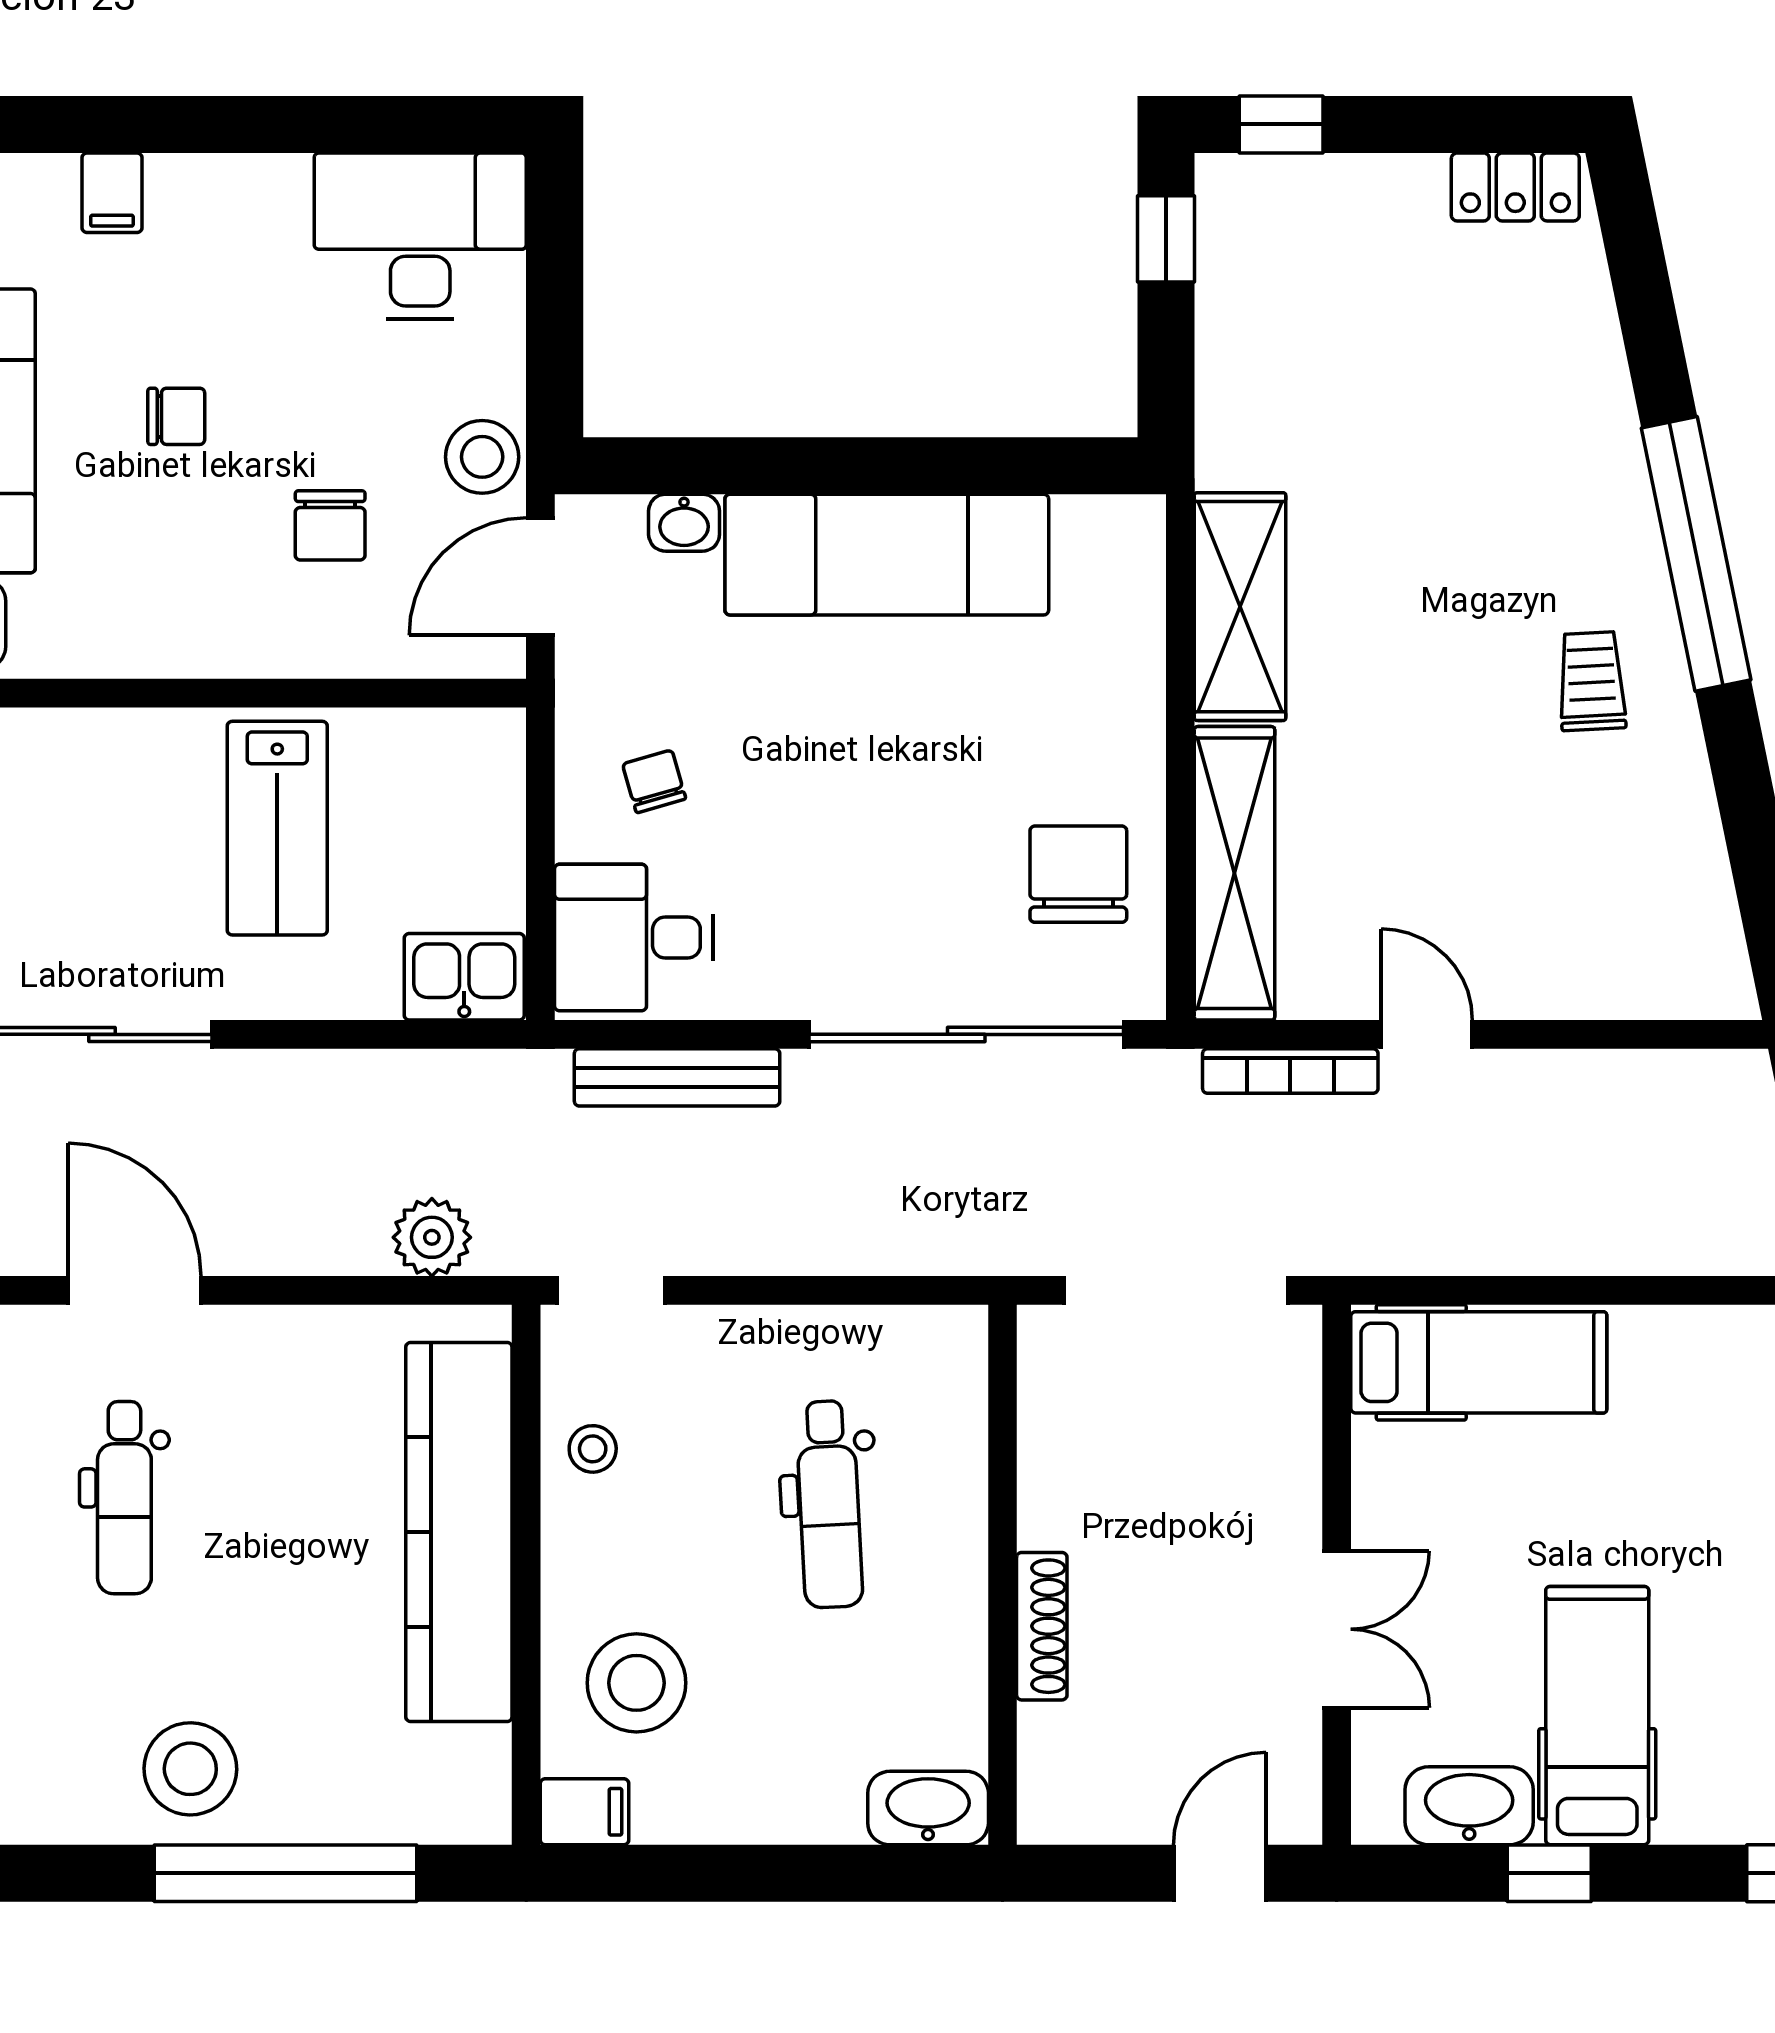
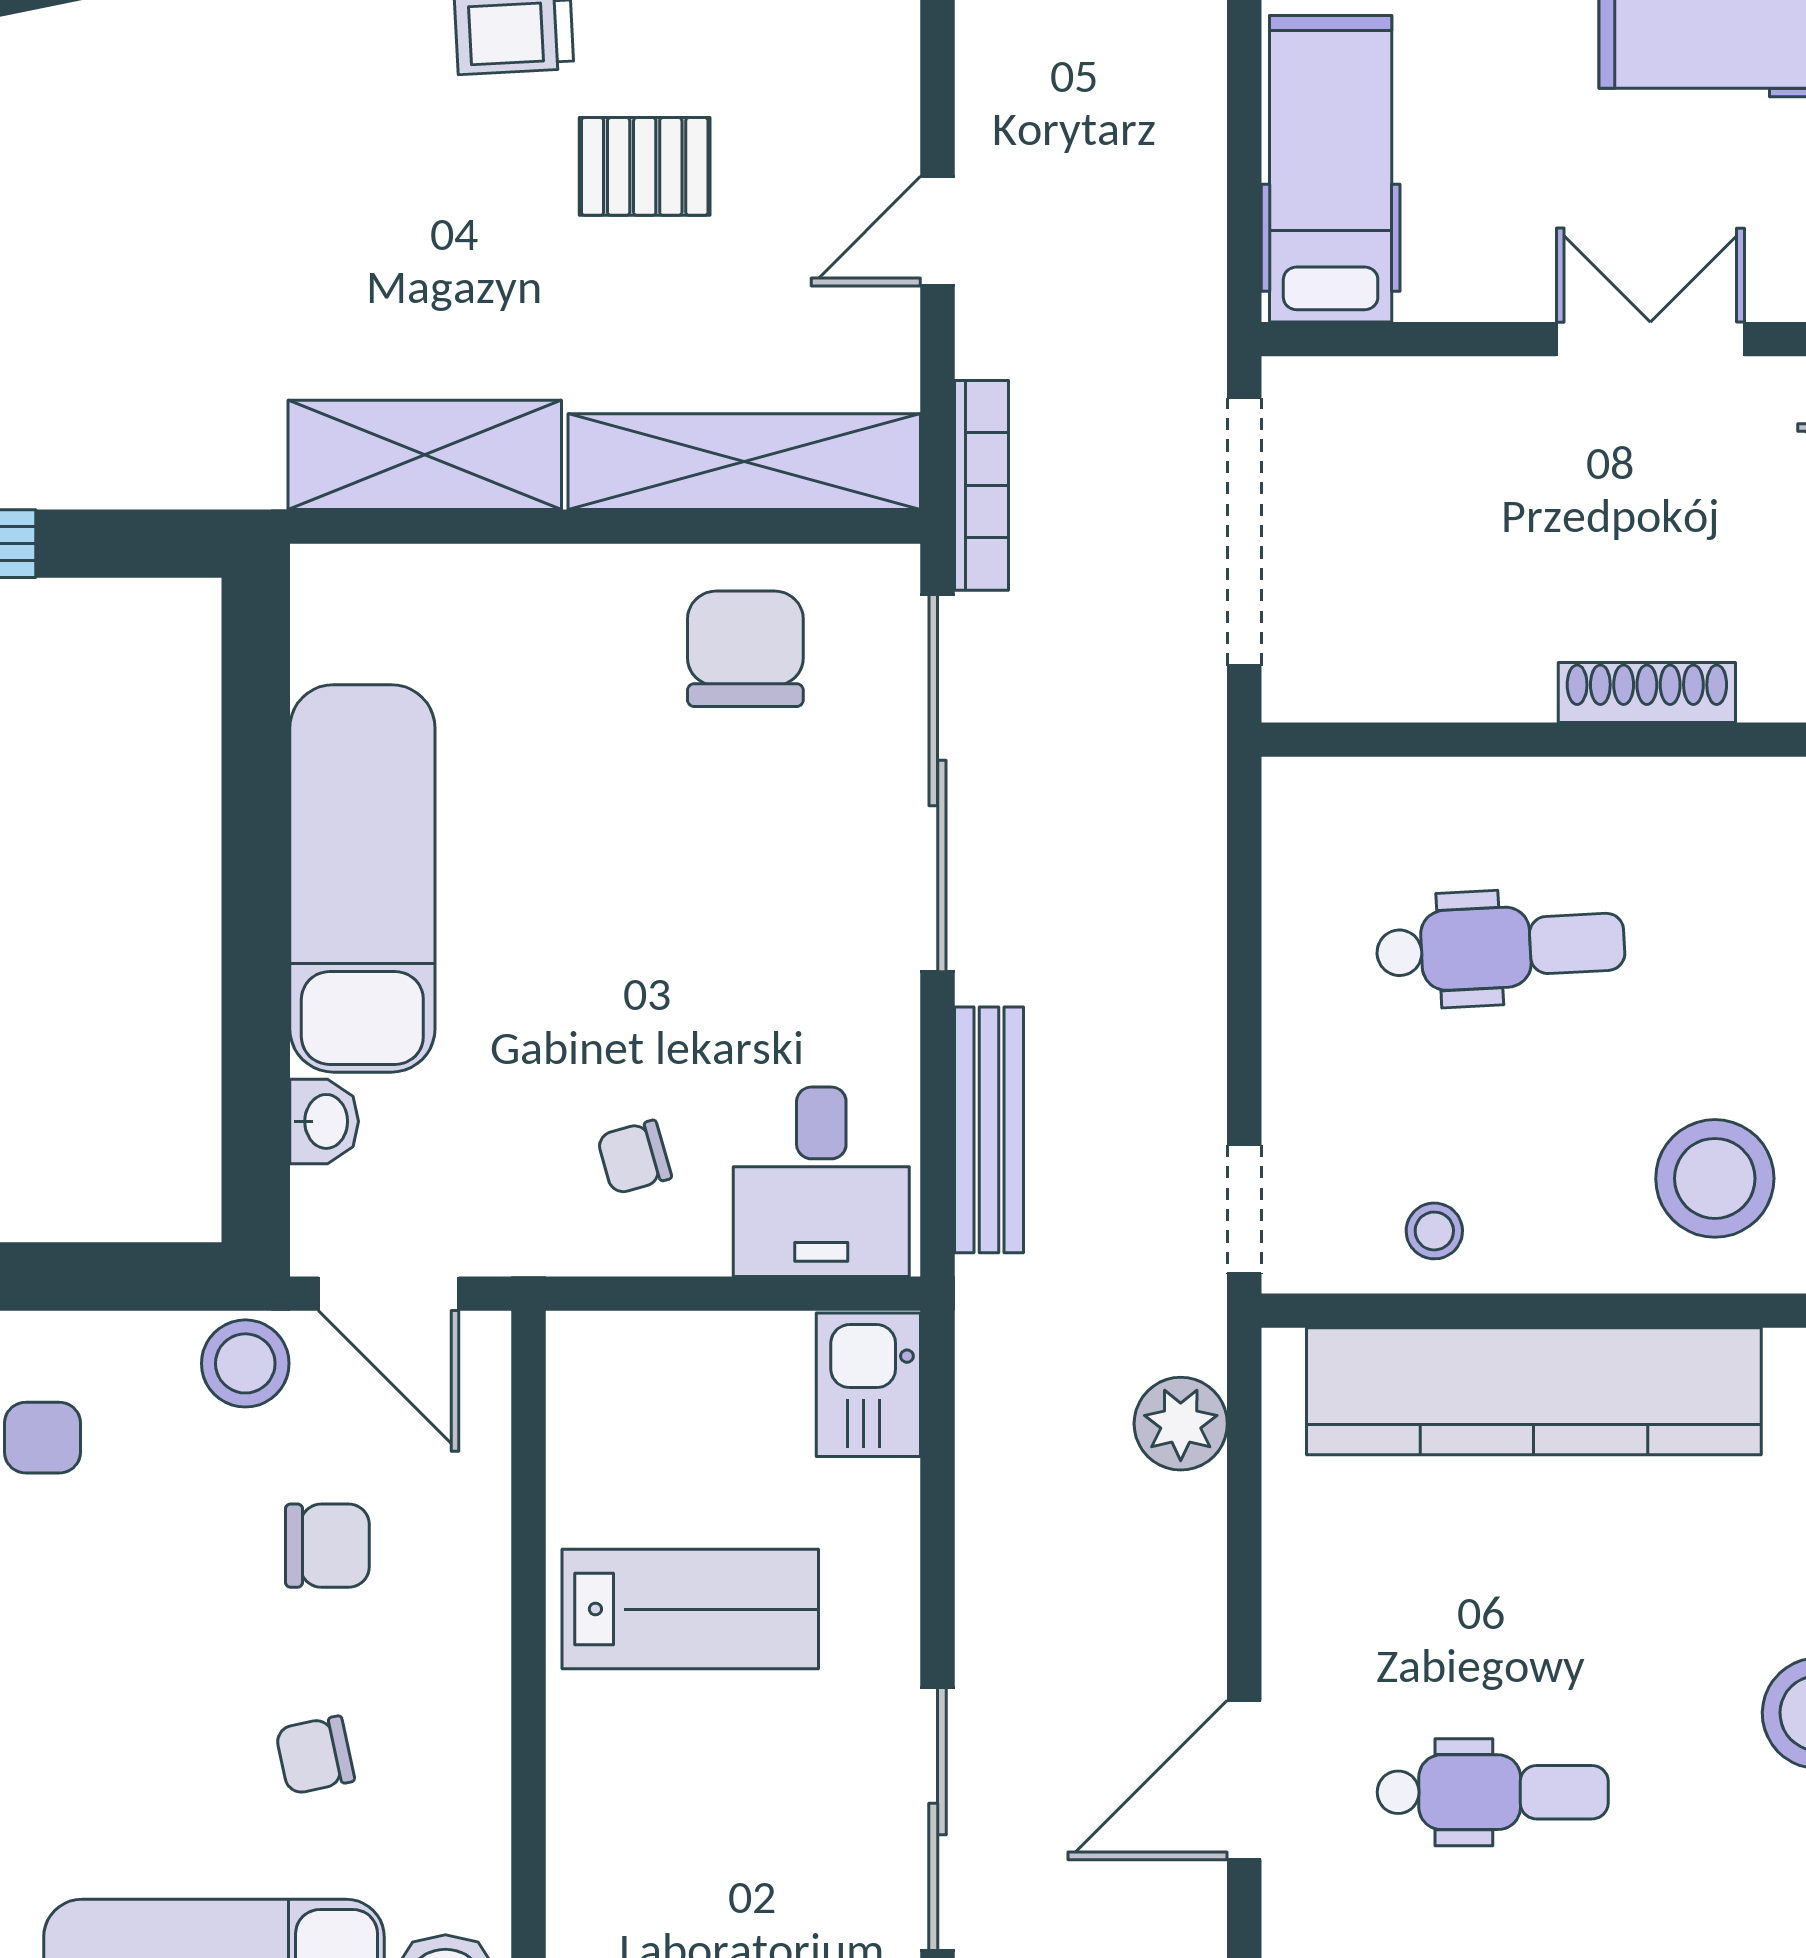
chair: (176, 416) -> (315, 1755), moved, turned -102
pallet: (1481, 790) -> (645, 166), added
chair: (1078, 874) -> (745, 649), turned 90
bookcase: (1290, 1071) -> (981, 485), moved

